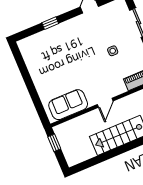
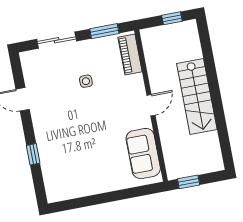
door: (105, 103) -> (151, 105), hinge flipped

